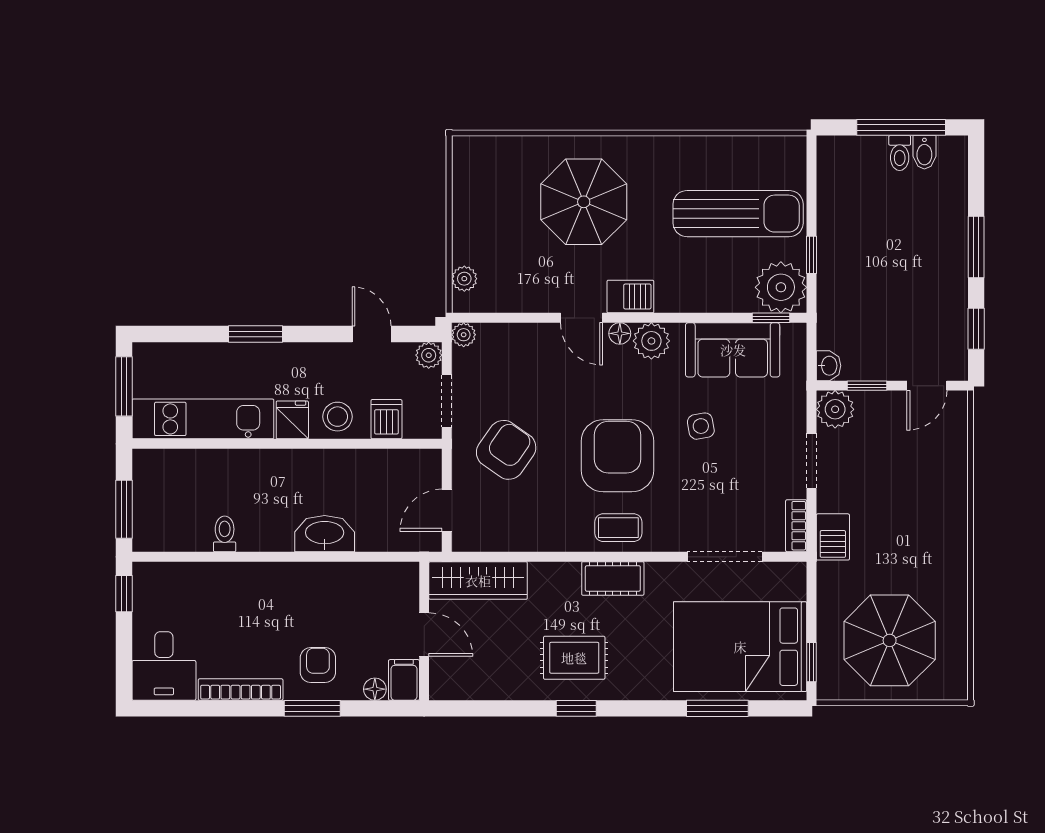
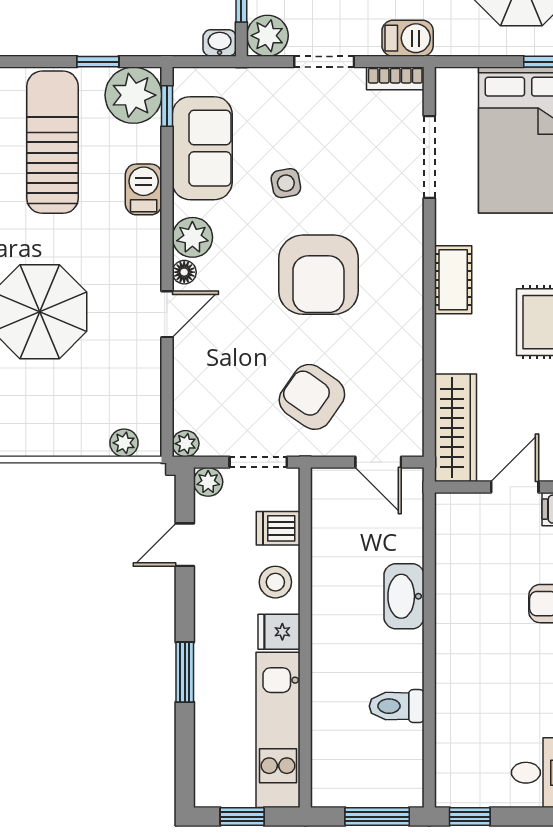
barbecue: (630, 297) -> (144, 189), moved
window: (124, 386) -> (242, 817), width x0.67
armchair: (617, 456) -> (318, 275), turned -90
coffee table: (618, 528) -> (397, 274), removed
toilet: (225, 534) -> (397, 706), width x1.37, depth x1.39

